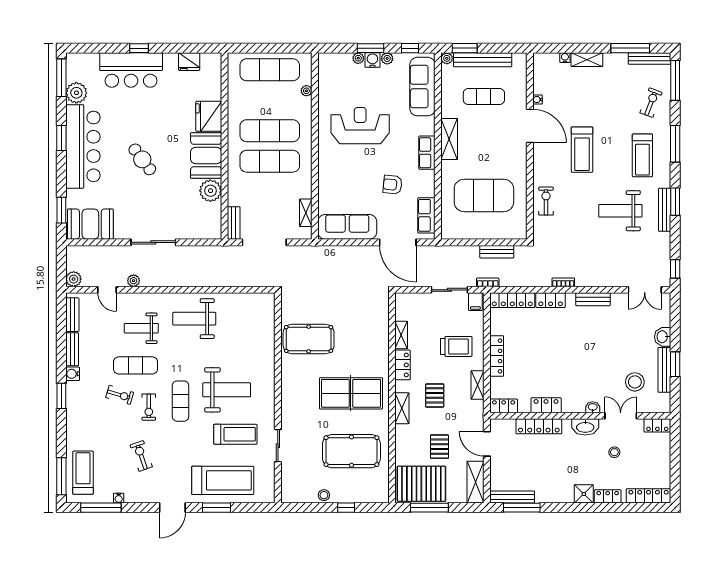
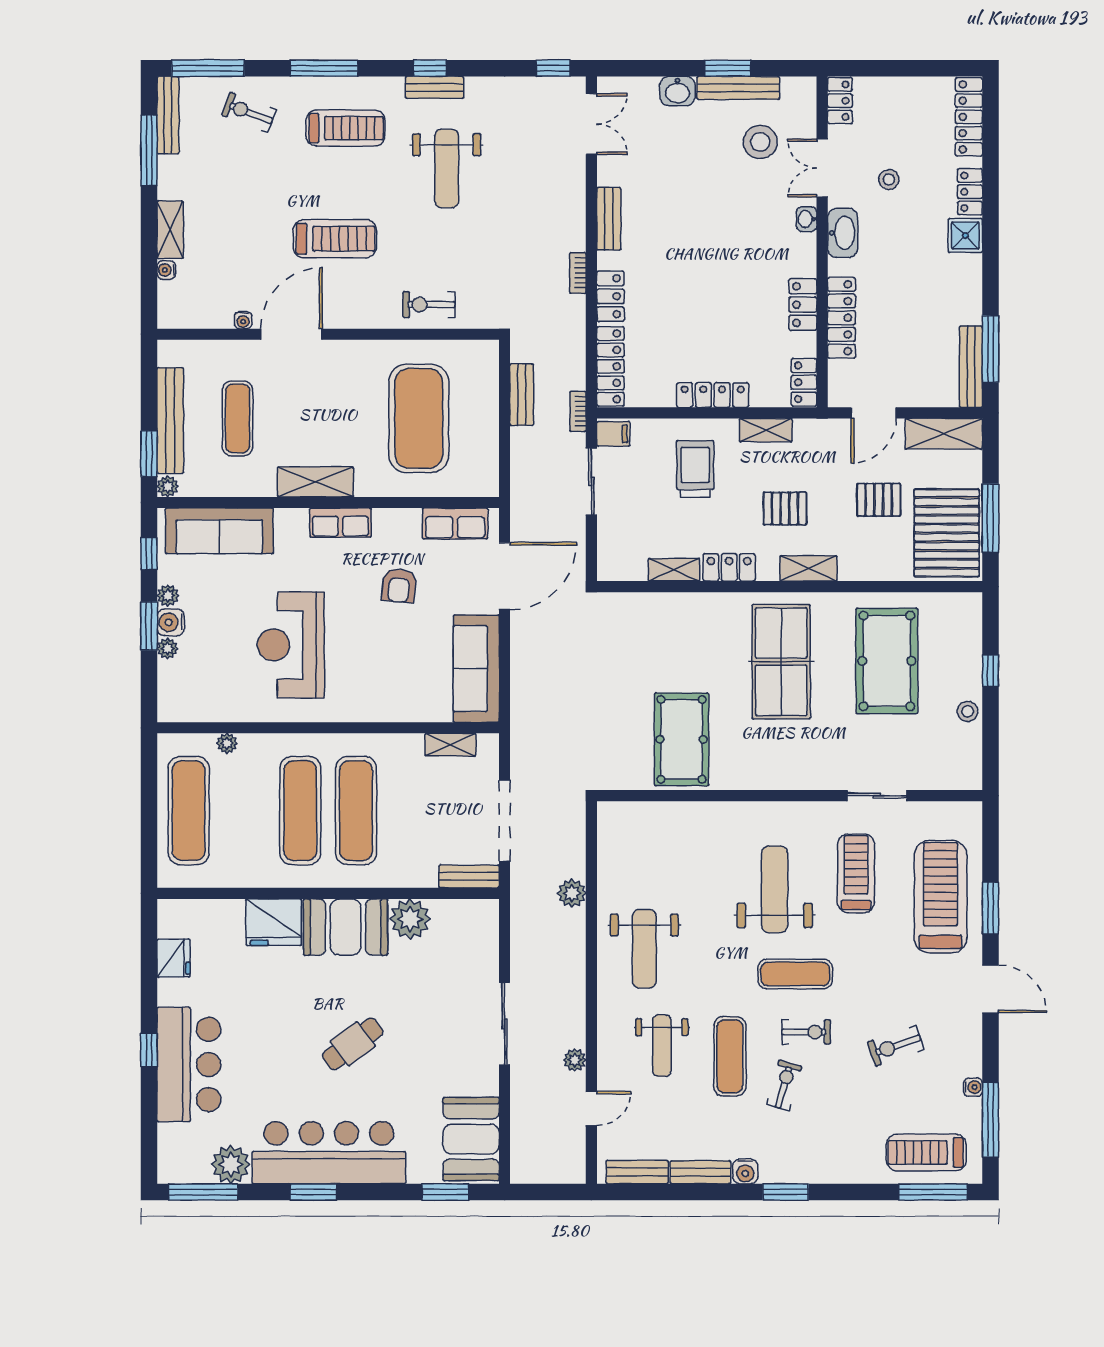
window: (675, 202) -> (430, 68), width x0.67
bench: (665, 210) -> (434, 87), width x0.73
plant: (74, 279) -> (572, 893), moved

